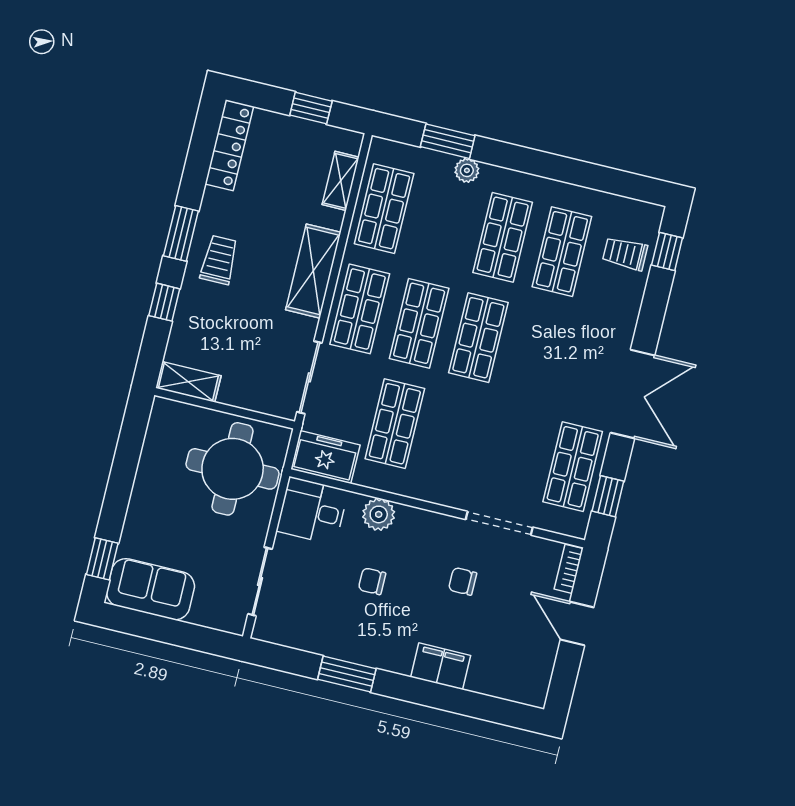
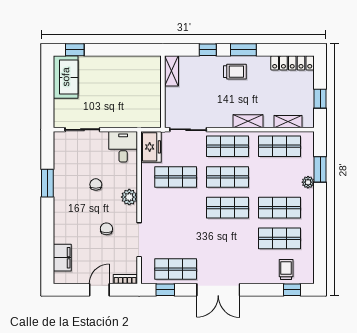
shelving: (313, 271) -> (248, 121), width x0.67, depth x0.75
round table: (233, 469) -> (134, 103), removed
plant: (379, 514) -> (129, 197), moved
filing cabinet: (441, 666) -> (62, 258), moved

